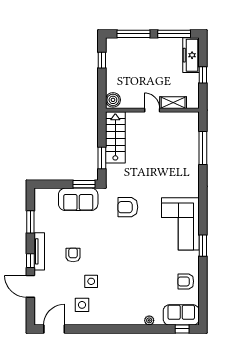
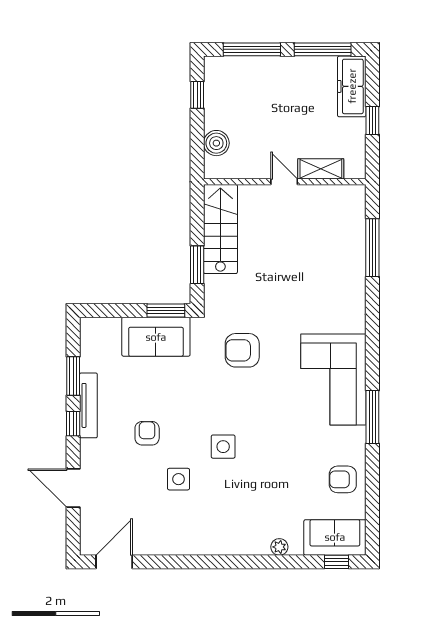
boiler: (113, 100) -> (216, 143), moved
window: (203, 246) -> (372, 417), width x1.44
tv unit: (39, 251) -> (88, 405), moved
window: (30, 261) -> (73, 424), moved
side table: (82, 305) -> (223, 447), moved

